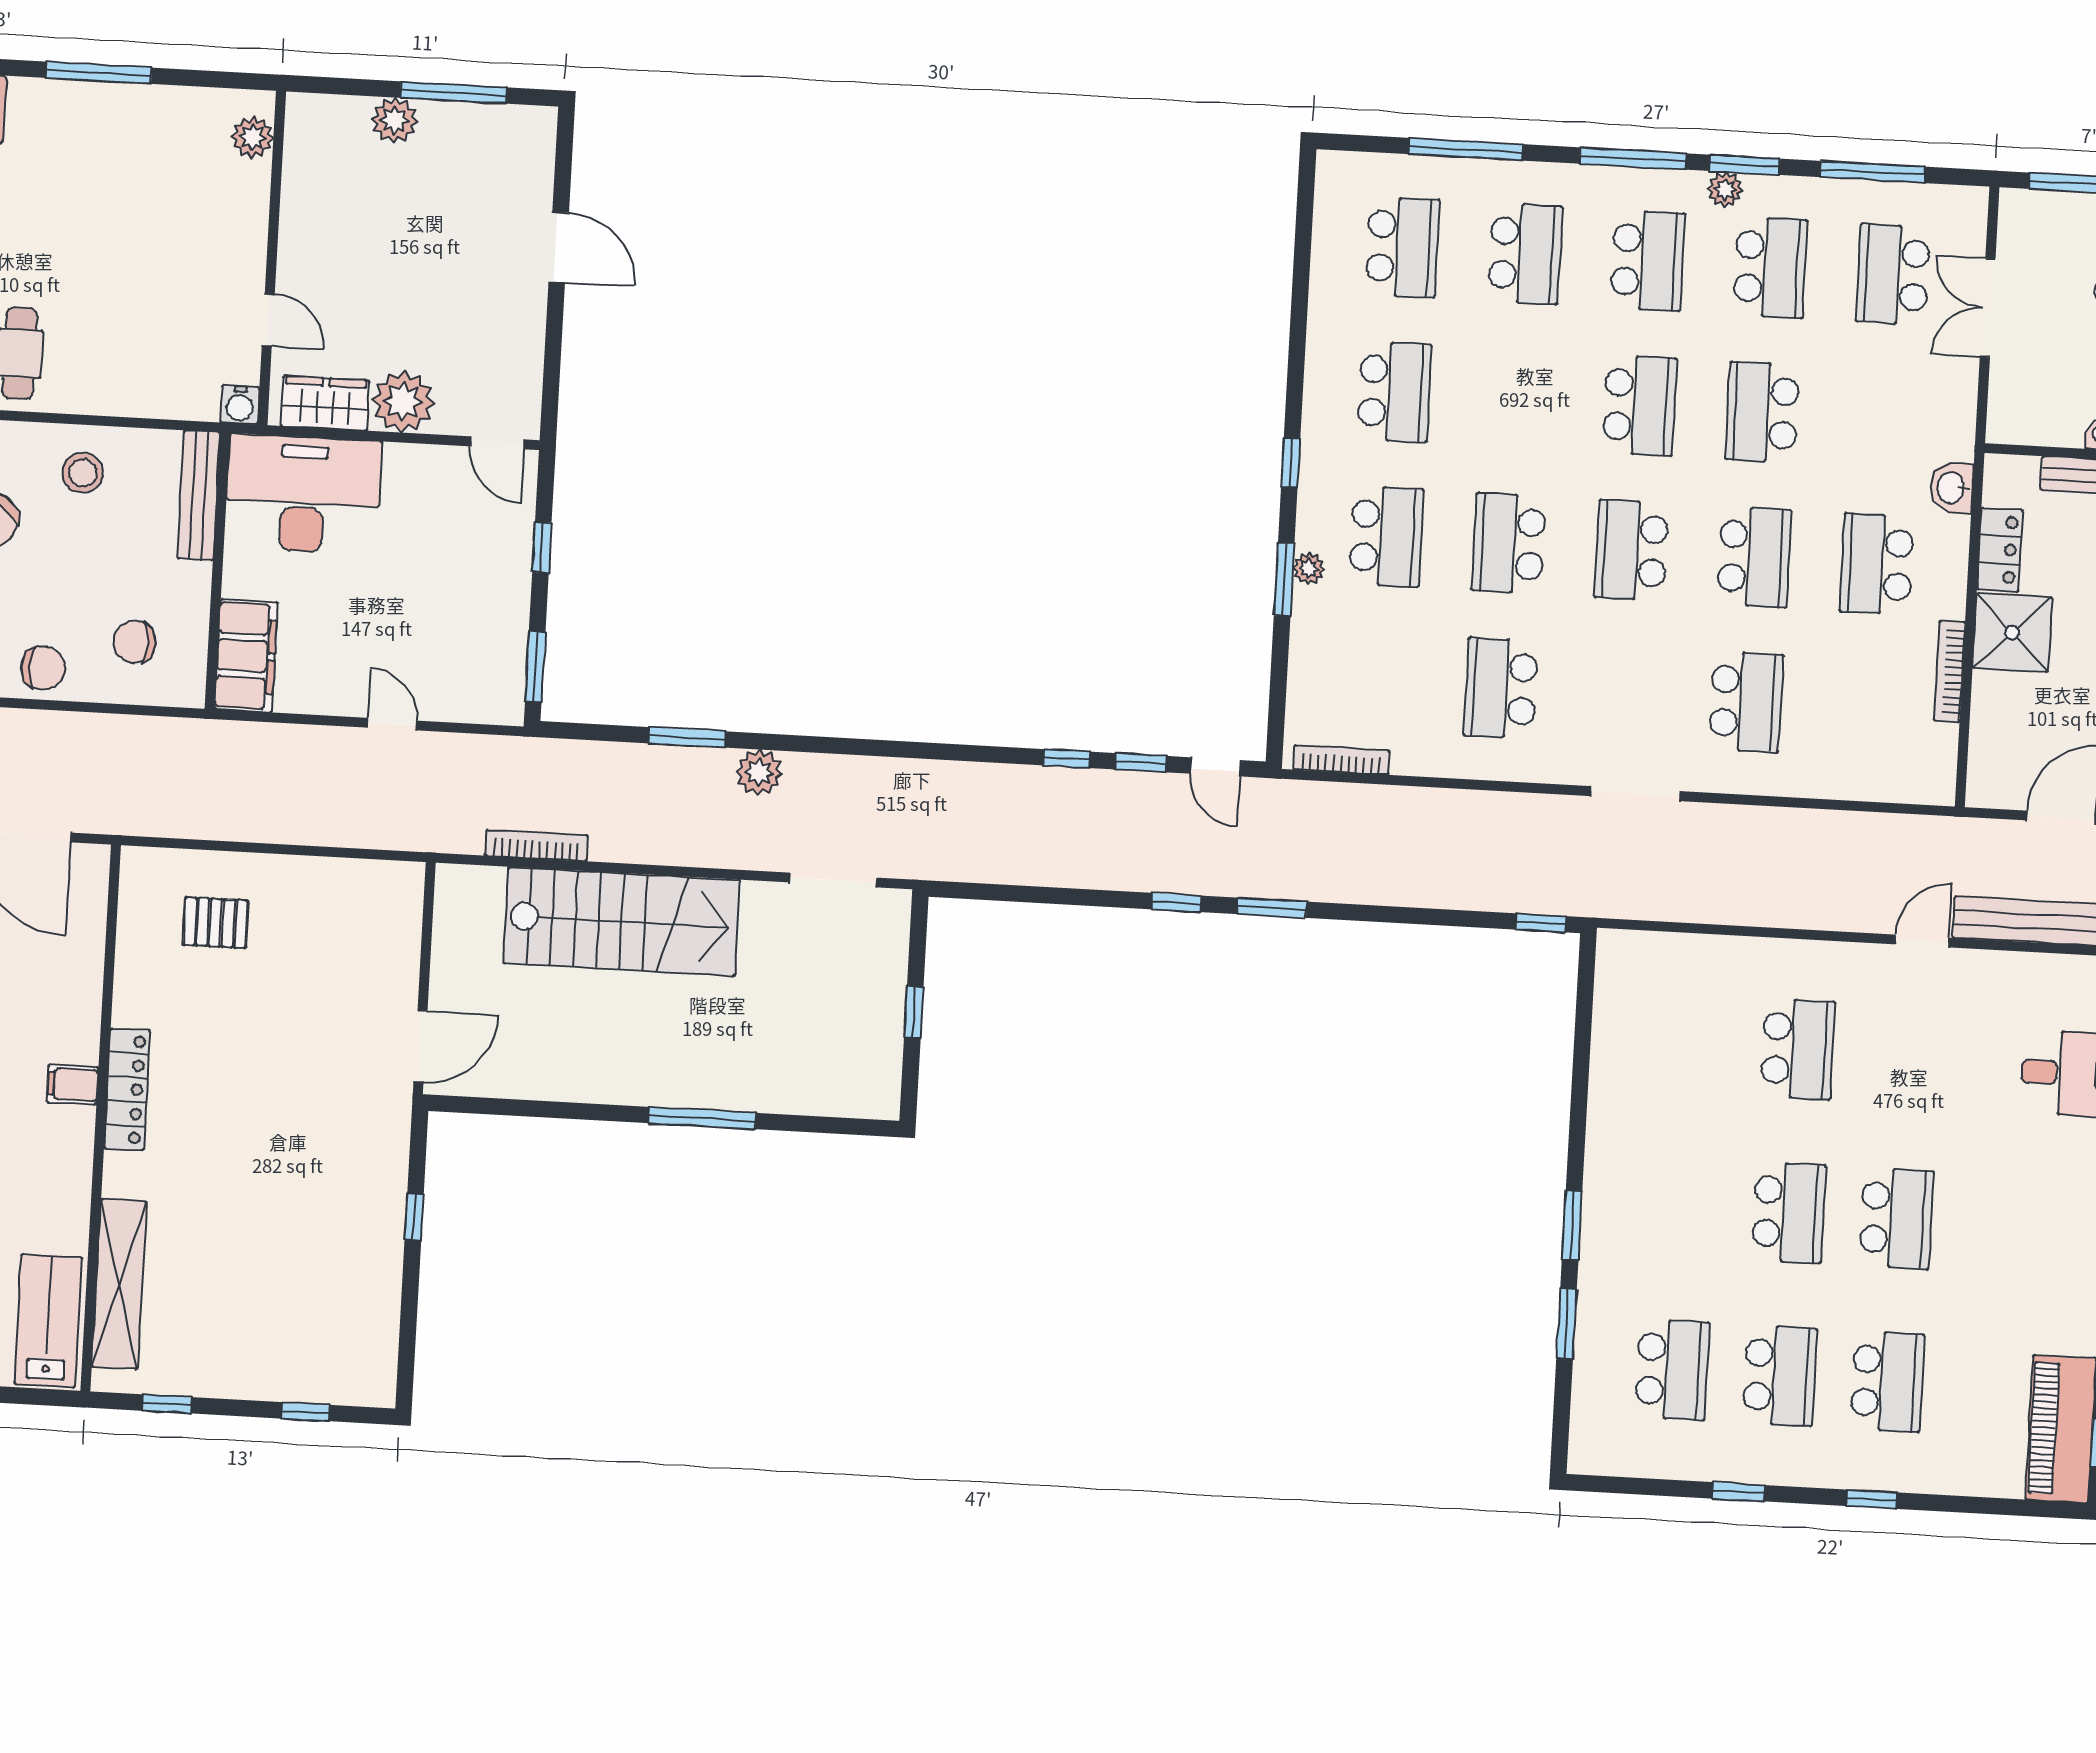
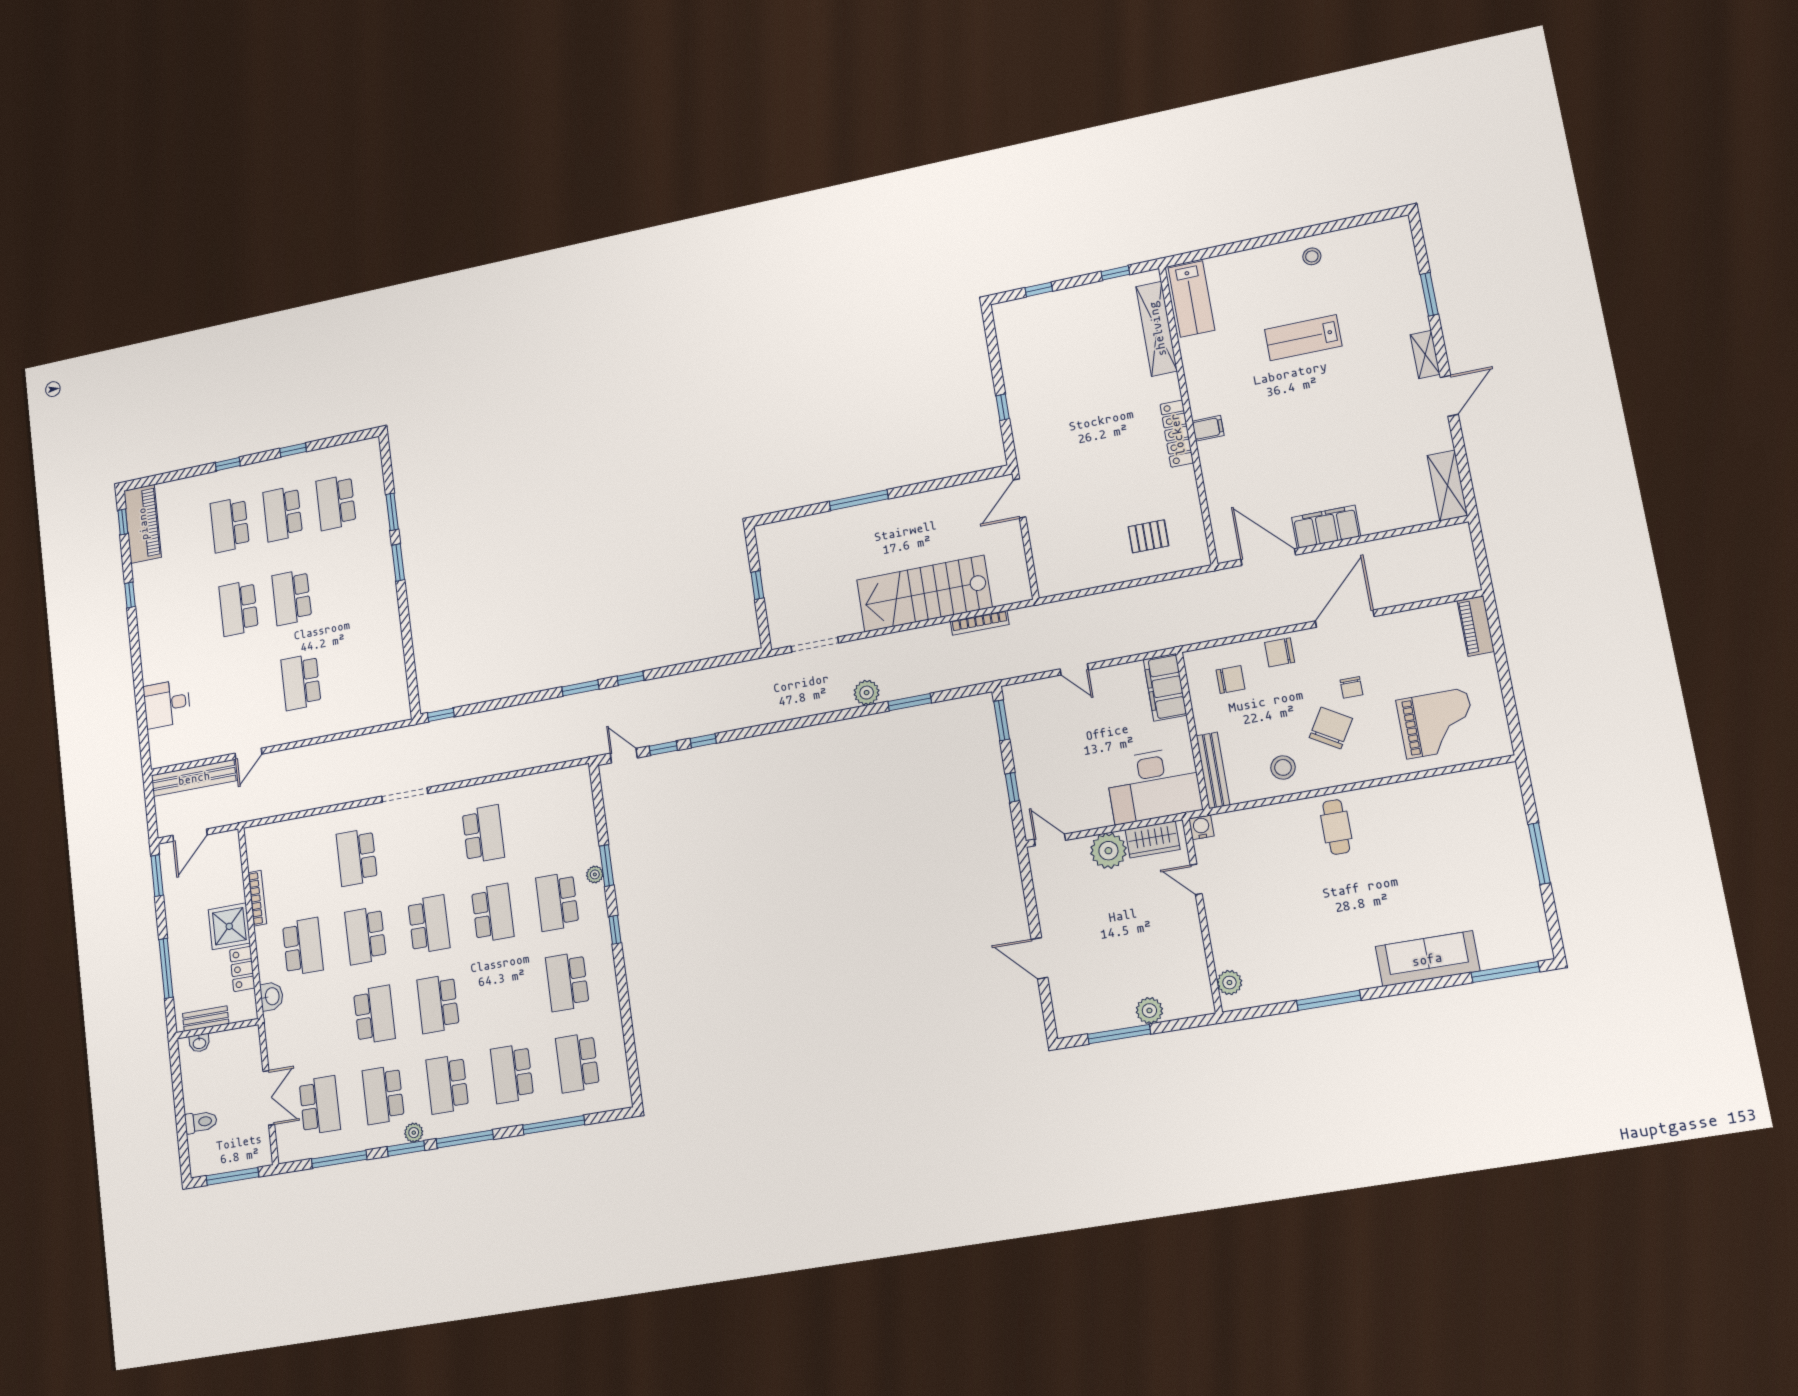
bookcase: (1341, 760) -> (559, 775), removed

